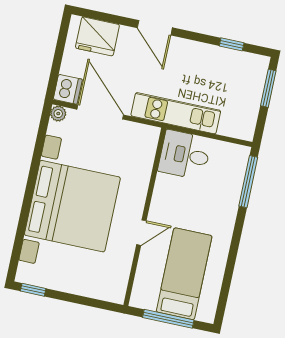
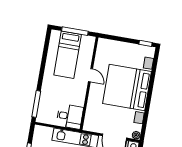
door: (141, 233) -> (91, 75), swing flipped

